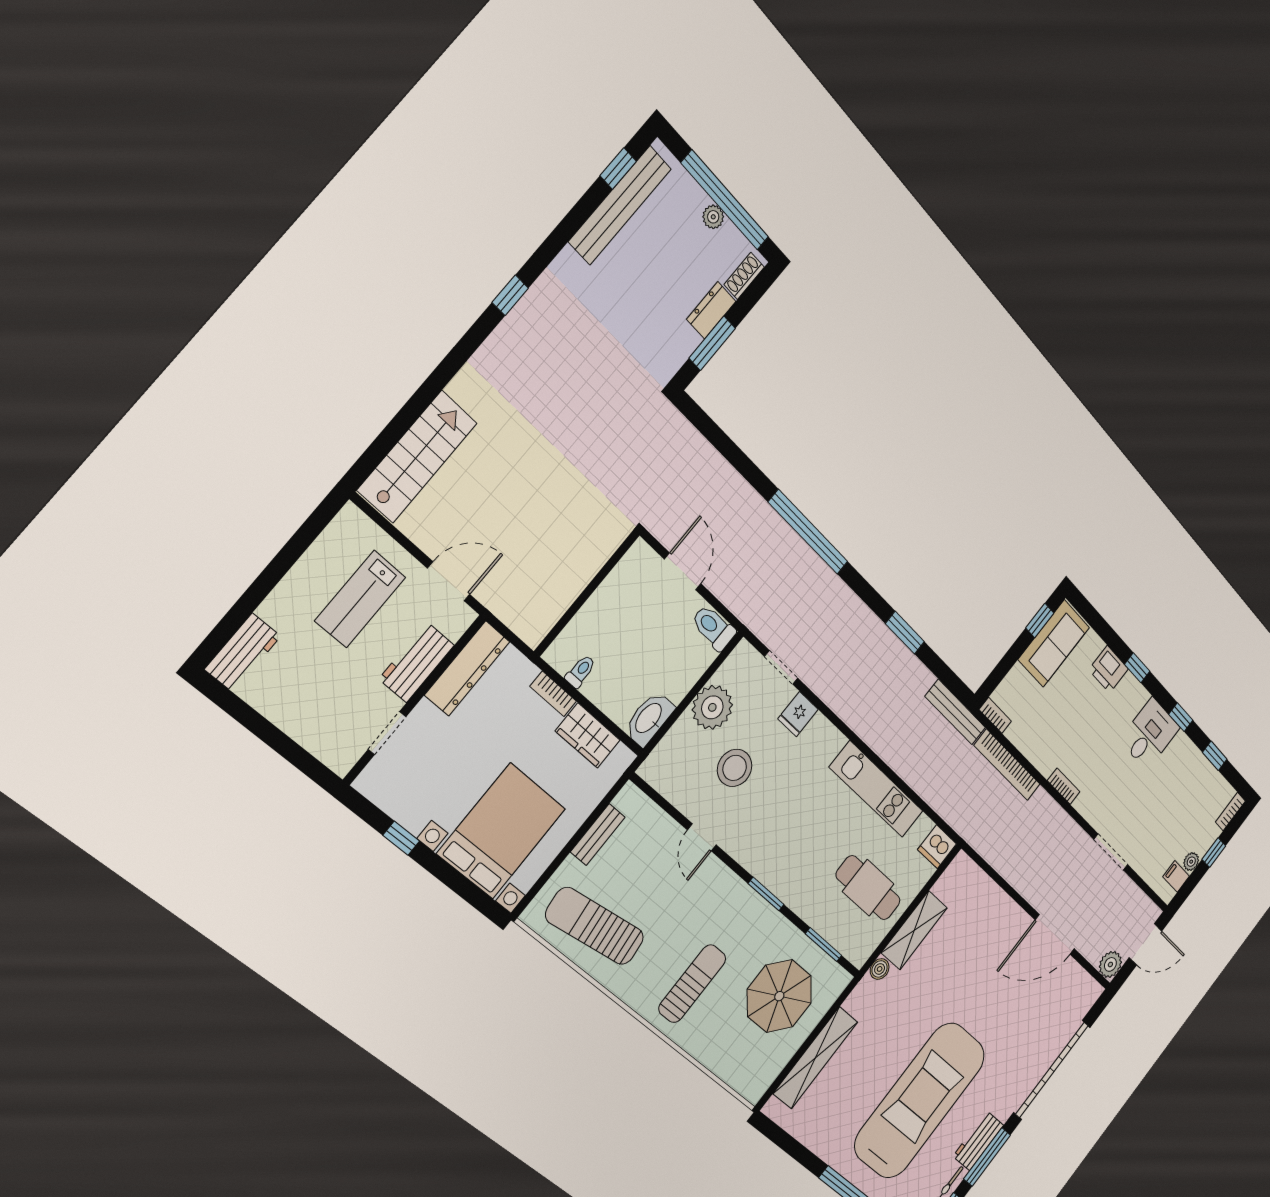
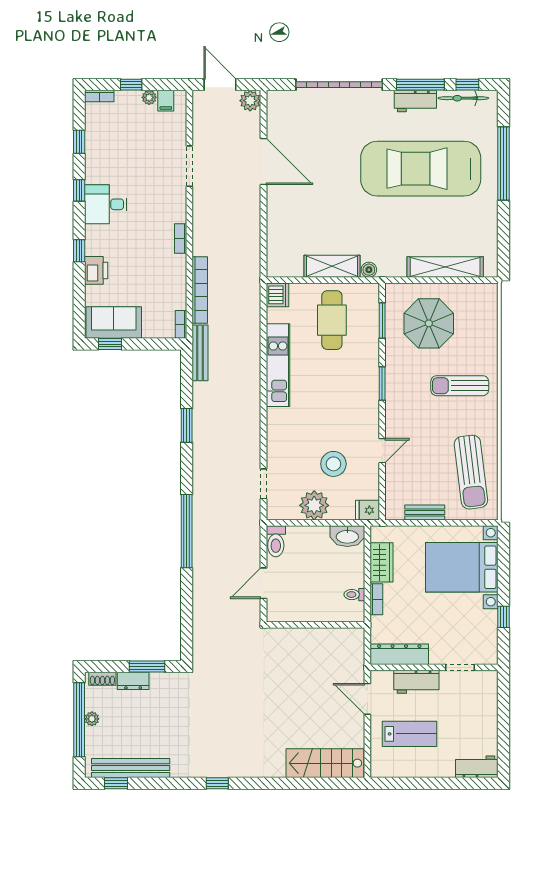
fridge: (798, 714) -> (367, 510), moved, turned 180

